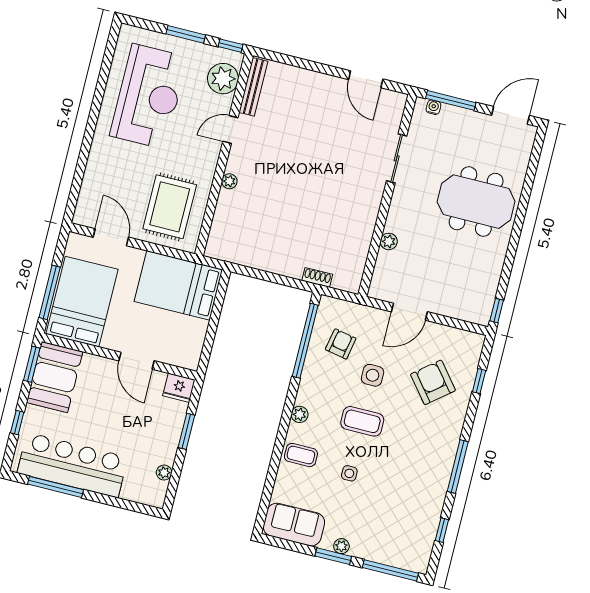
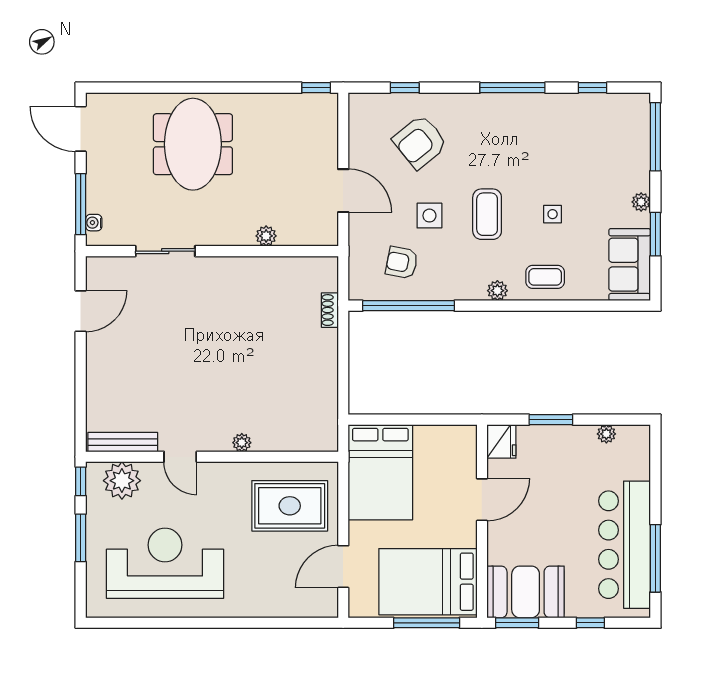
coffee table: (301, 455) -> (545, 277), turned 90
window: (333, 556) -> (655, 234), moved

